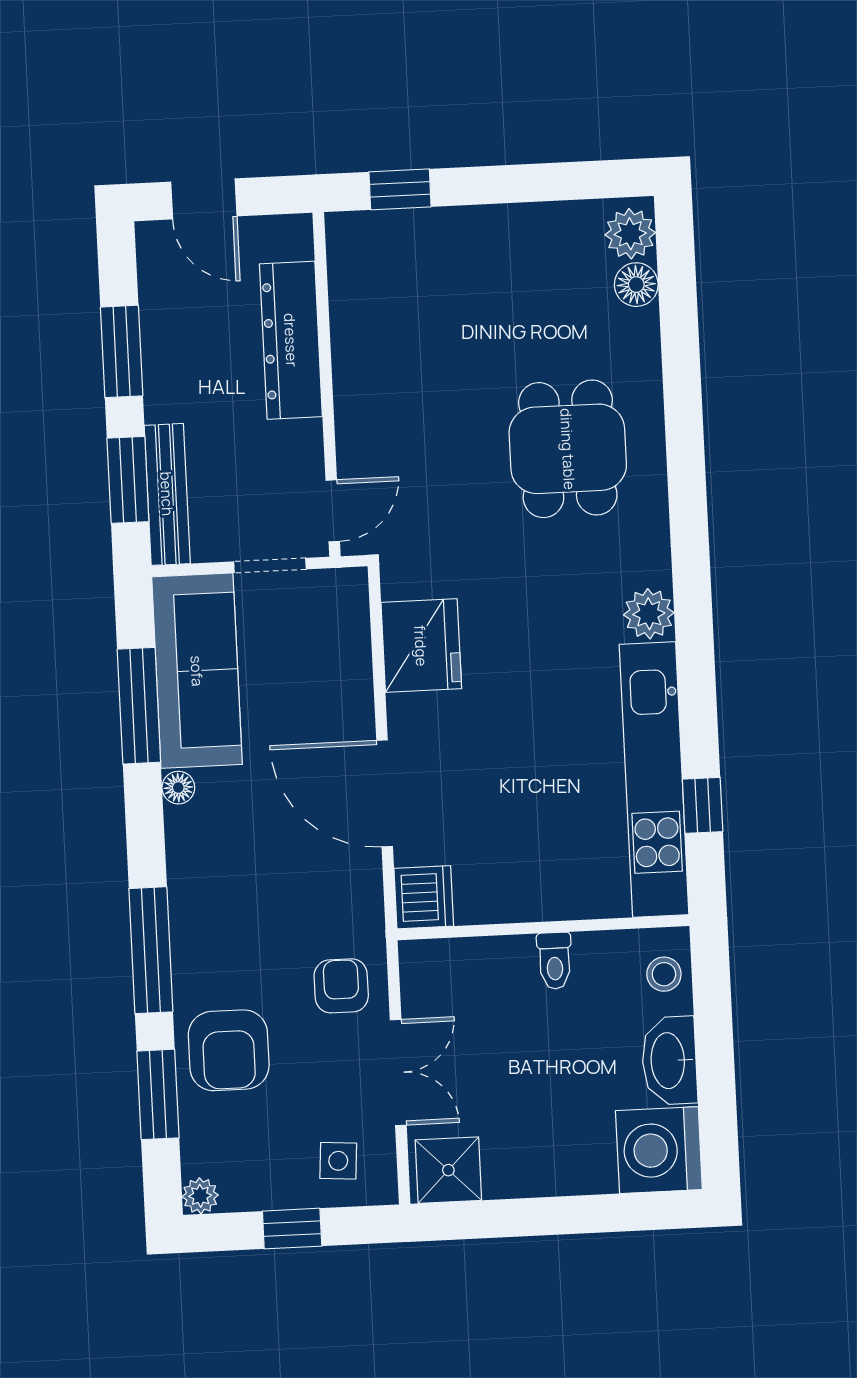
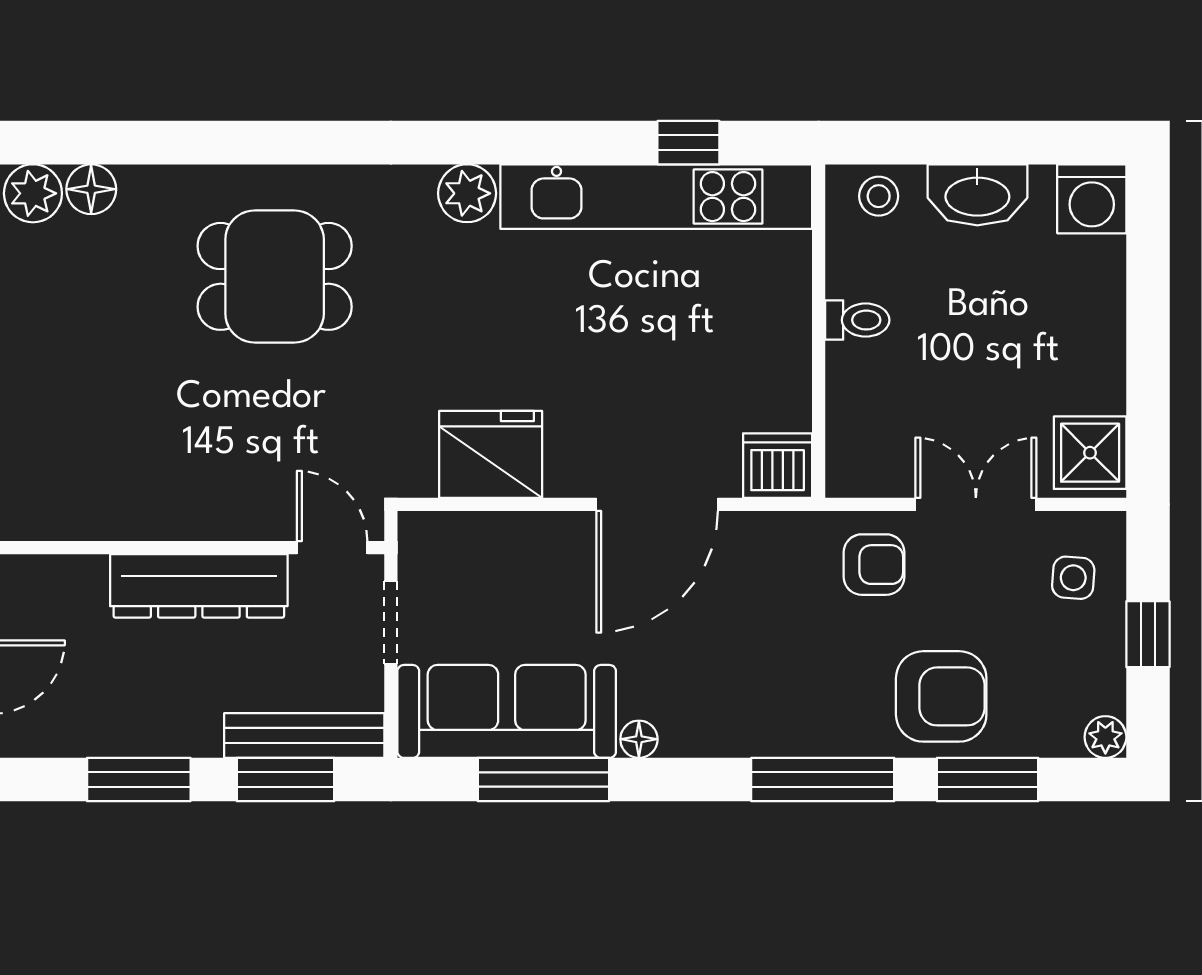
dresser: (291, 340) -> (199, 586), moved
armchair: (341, 986) -> (874, 565), turned 180
washing machine: (659, 1150) -> (1092, 199), width x0.73, depth x0.73

